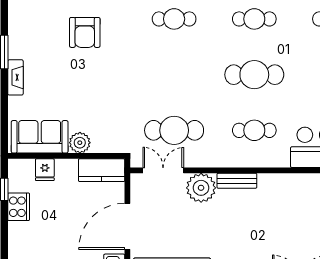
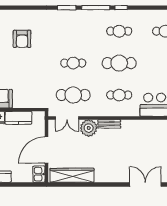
cafe table: (174, 19) -> (73, 63), moved
plant: (80, 143) -> (19, 102), removed
kitchen counter: (102, 170) -> (18, 118), moved
double door: (163, 170) -> (67, 118), swing flipped

